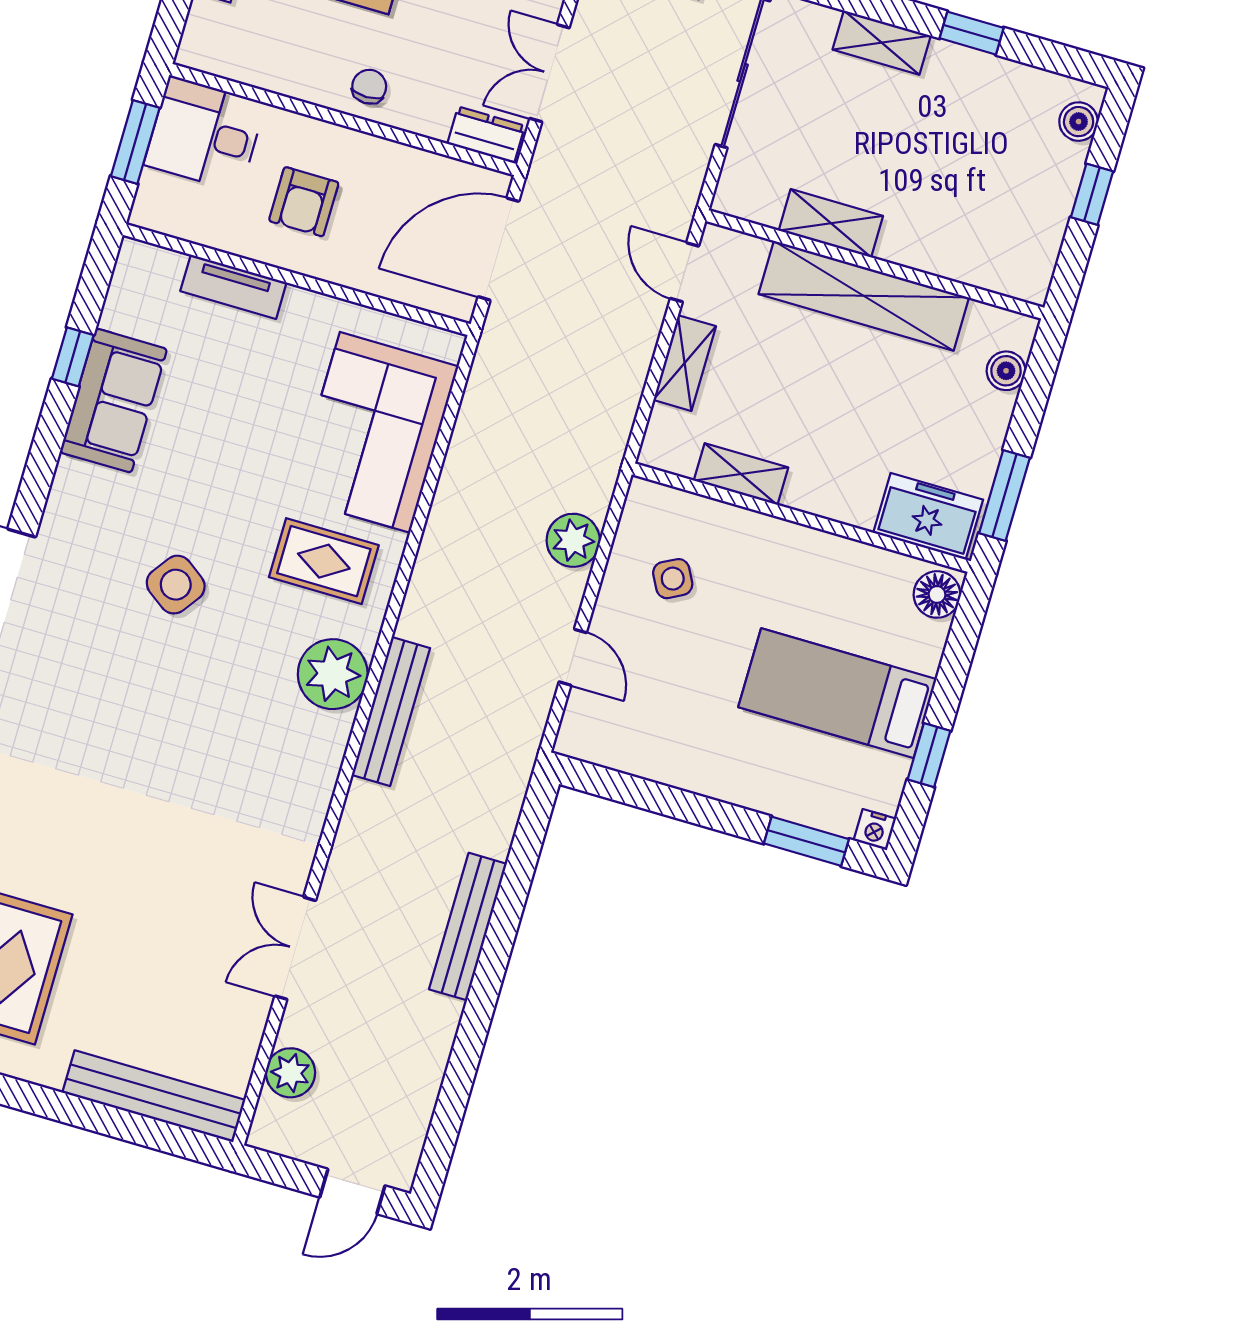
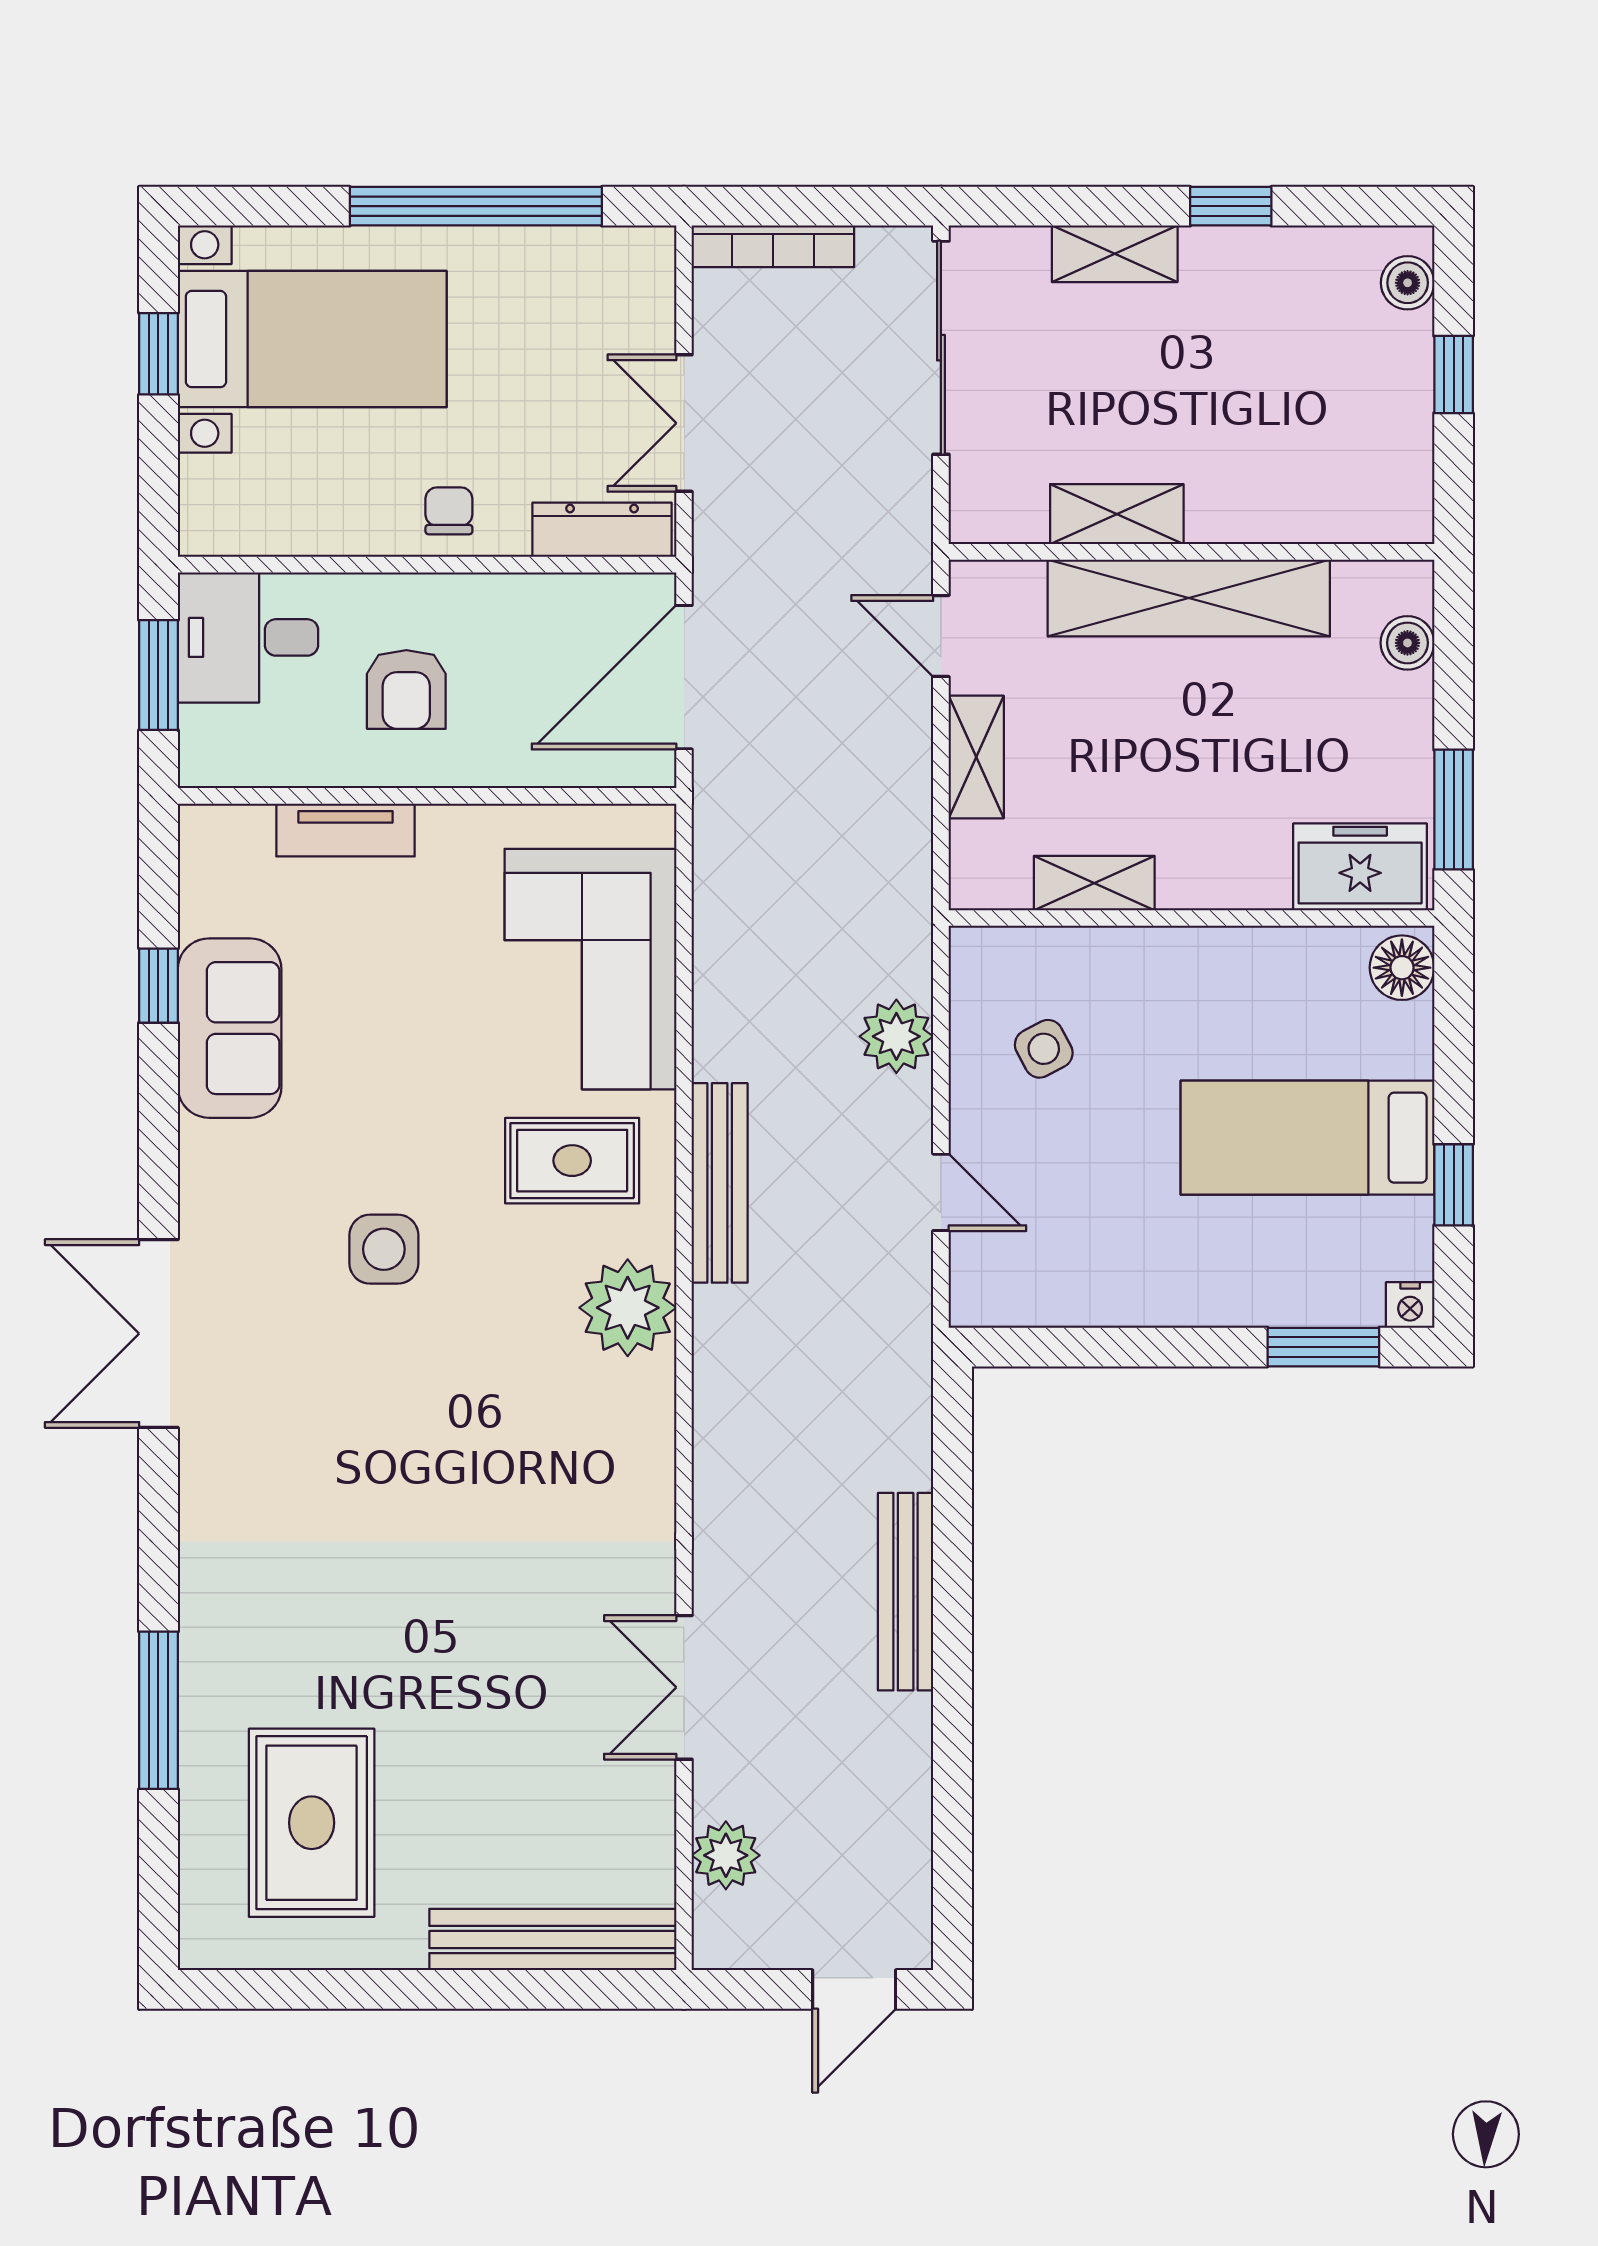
dresser: (486, 135) -> (602, 530), width x1.44
side table: (176, 585) -> (384, 1249), turned -36
bench: (391, 712) -> (720, 1183), moved

